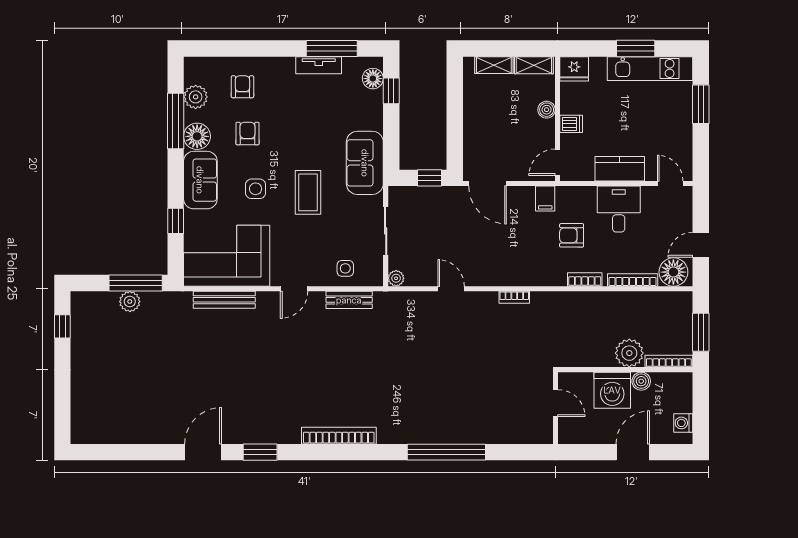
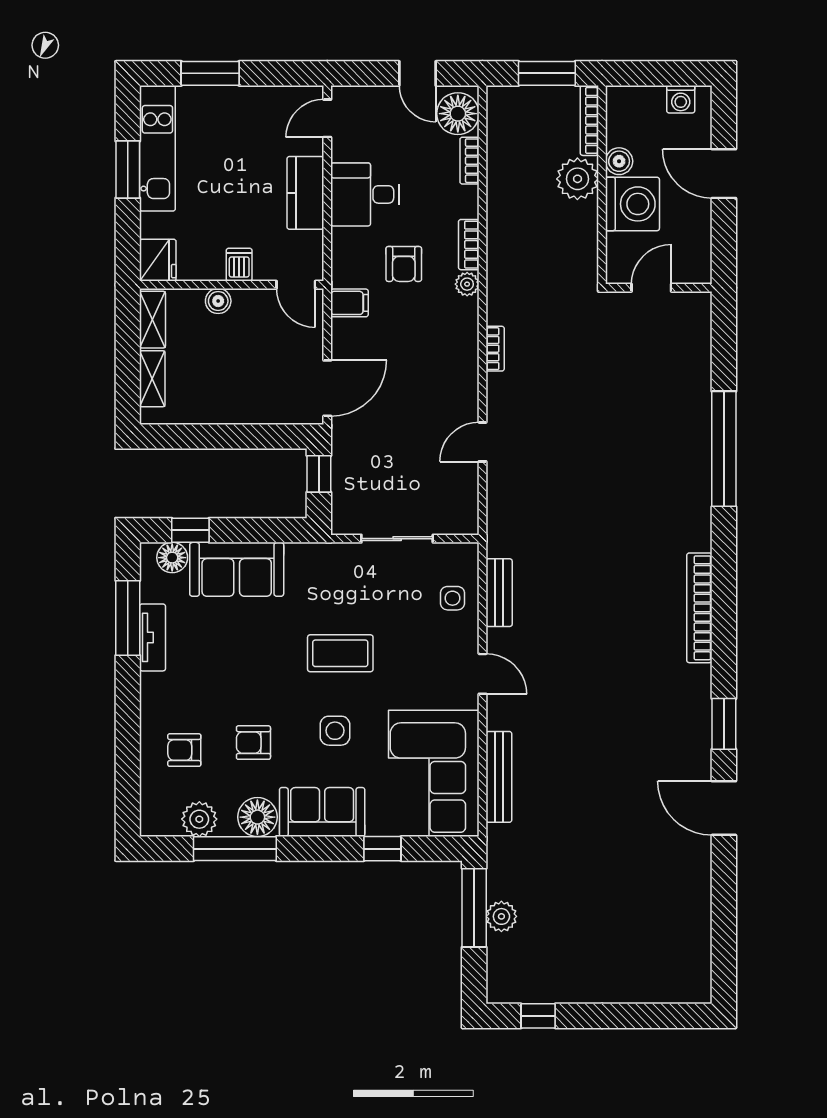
sofa: (365, 163) -> (237, 569), moved
plant: (396, 278) -> (467, 284), moved
bookcase: (633, 280) -> (470, 161), width x0.64

